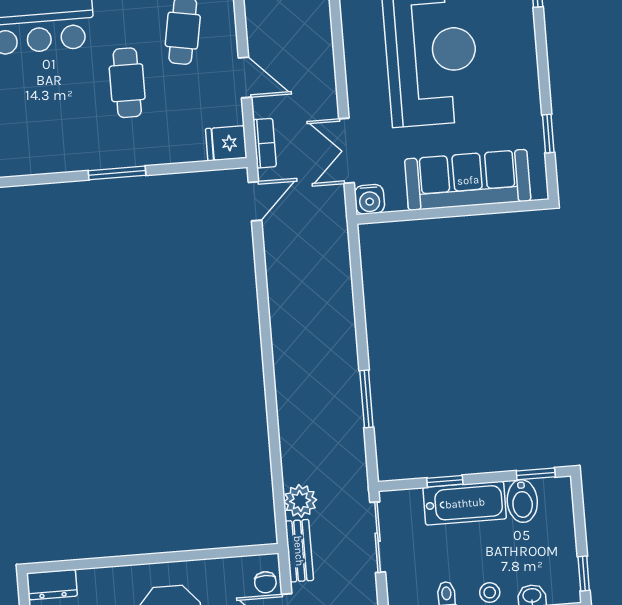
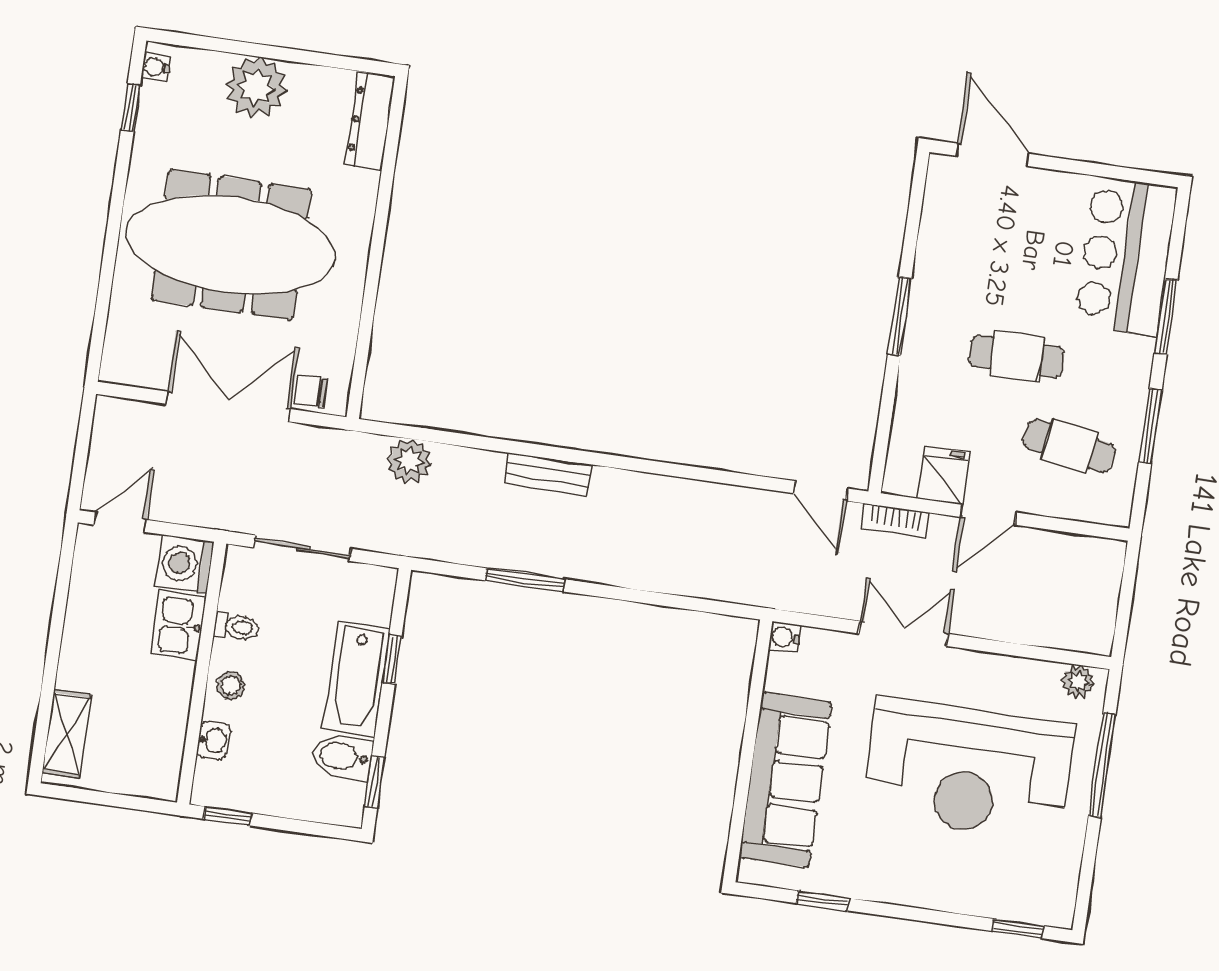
fridge: (226, 143) -> (943, 475), moved
double door: (347, 151) -> (903, 634), moved
water cooler: (369, 199) -> (784, 637), width x0.72, depth x0.72
sliding door: (378, 537) -> (302, 548), moved
bench: (299, 551) -> (548, 474), moved
dresser: (52, 585) -> (370, 121), width x1.44

